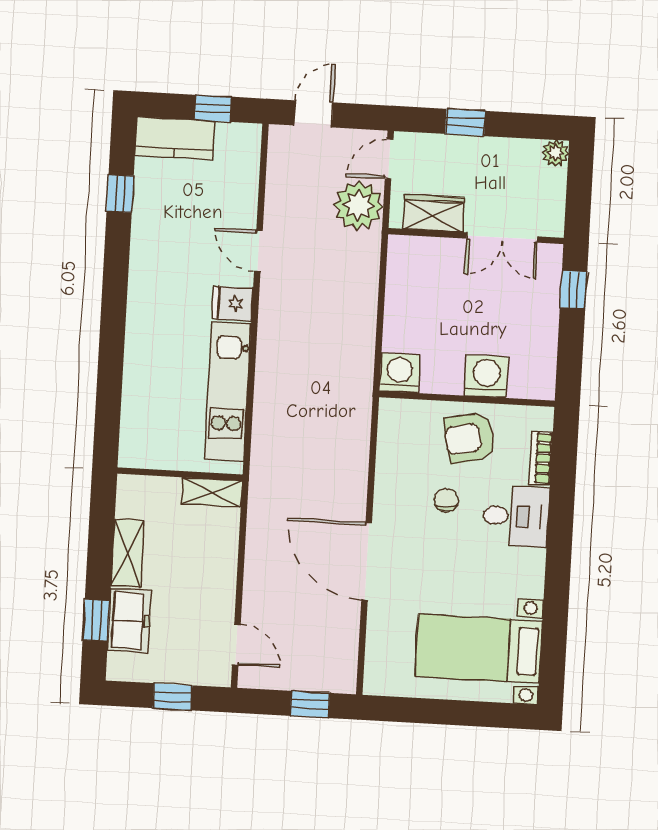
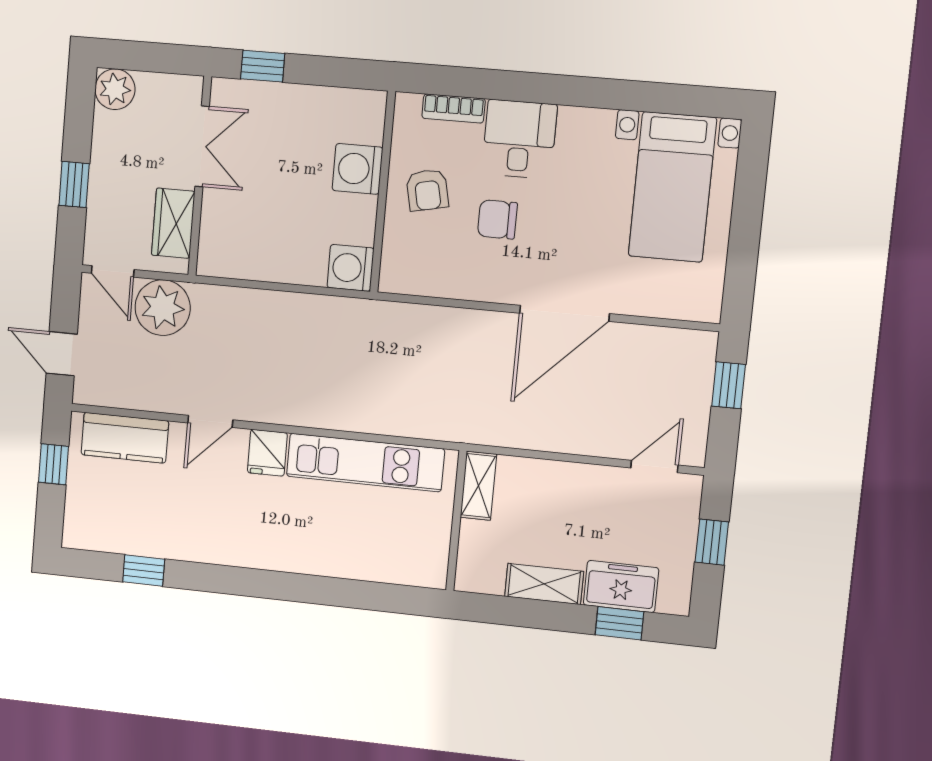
kitchen counter: (175, 138) -> (125, 438), moved, turned 90
plant: (555, 153) -> (115, 89), width x1.38, depth x1.38
armchair: (470, 438) -> (427, 190), width x0.72, depth x0.72
chair: (446, 500) -> (497, 219), width x1.37, depth x1.37

